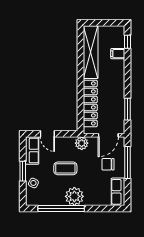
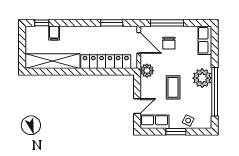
row of seats: (118, 192) -> (205, 40), moved, turned 90

